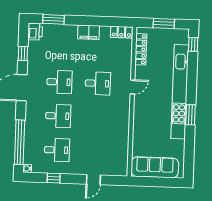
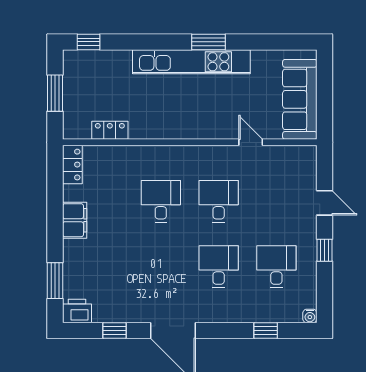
locker: (141, 49) -> (110, 130), width x0.66
desk: (59, 82) -> (219, 201), moved
door: (132, 87) -> (251, 142), moved
kitchen unit: (180, 92) -> (191, 62), width x0.73
window: (20, 142) -> (266, 331), width x0.32
window: (54, 178) -> (324, 250), moved

